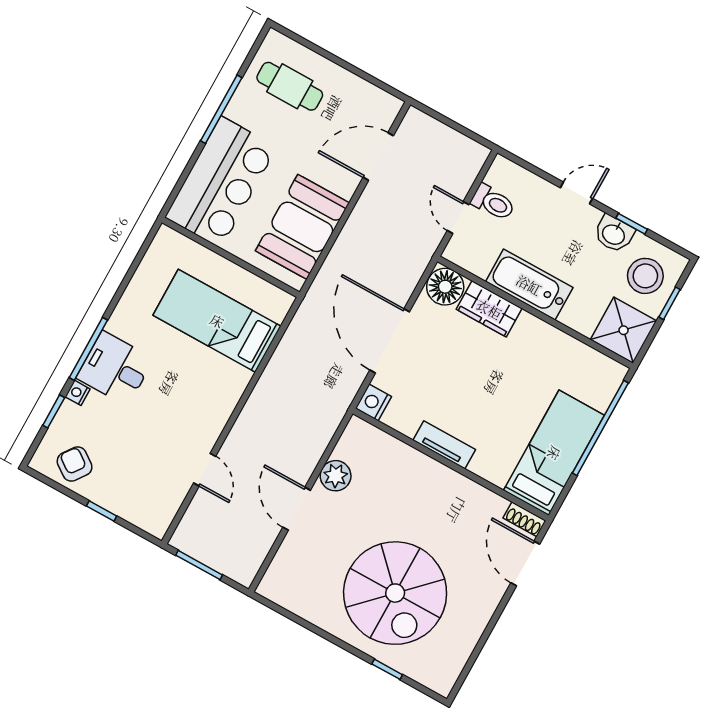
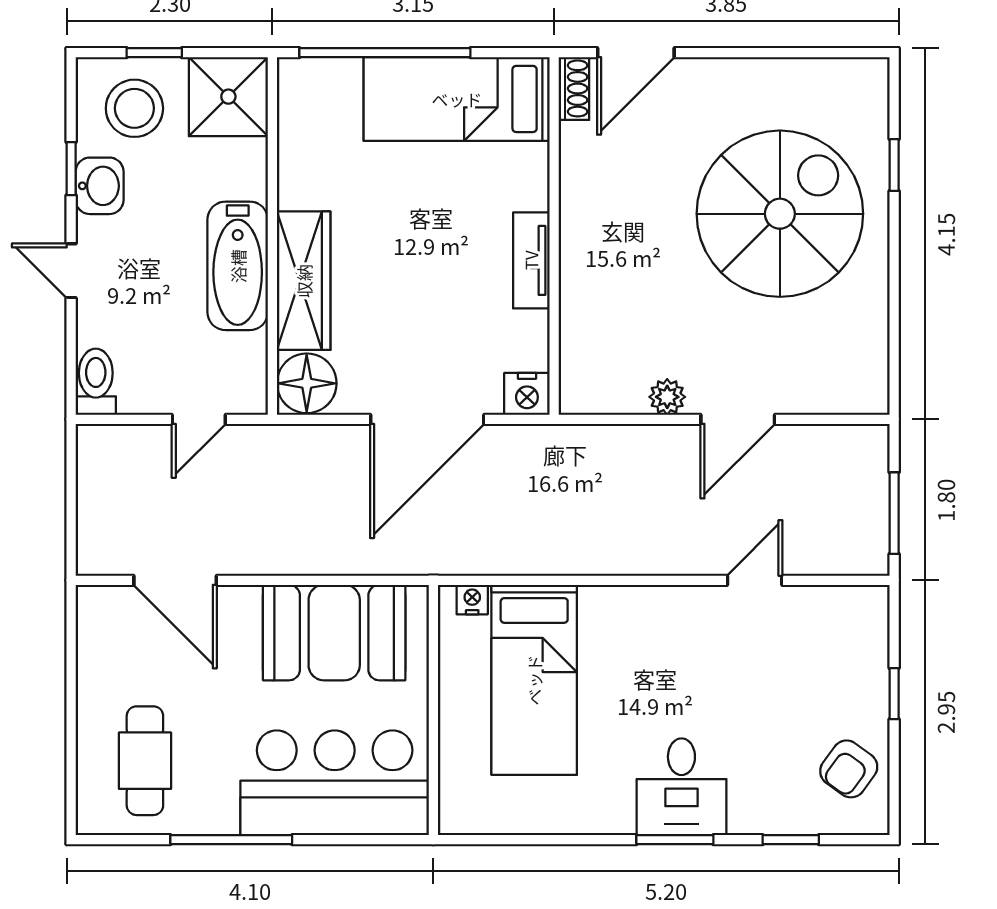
toilet: (493, 202) -> (96, 382), moved
wardrobe: (489, 309) -> (304, 281), width x1.50
window: (88, 349) -> (675, 840), width x0.69
nightstand: (78, 393) -> (472, 600), moved, turned 180
plant: (336, 476) -> (667, 397), width x0.73, depth x0.73

